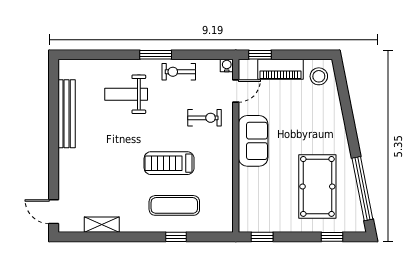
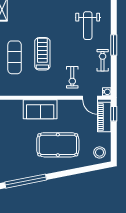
piano: (281, 69) -> (104, 117), moved
weight bench: (126, 94) -> (88, 26), turned 180
sofa: (253, 141) -> (40, 109), moved
pool table: (317, 186) -> (58, 145), moved

